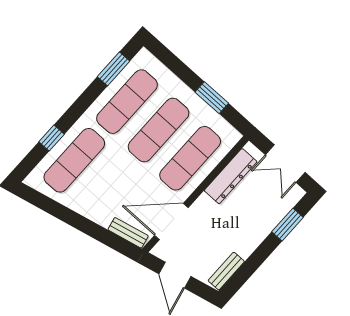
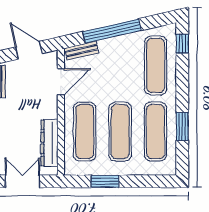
window: (114, 69) -> (182, 127), moved
window: (51, 138) -> (182, 44), moved
door: (171, 221) -> (61, 82), width x0.73
window: (86, 226) -> (112, 31), added

